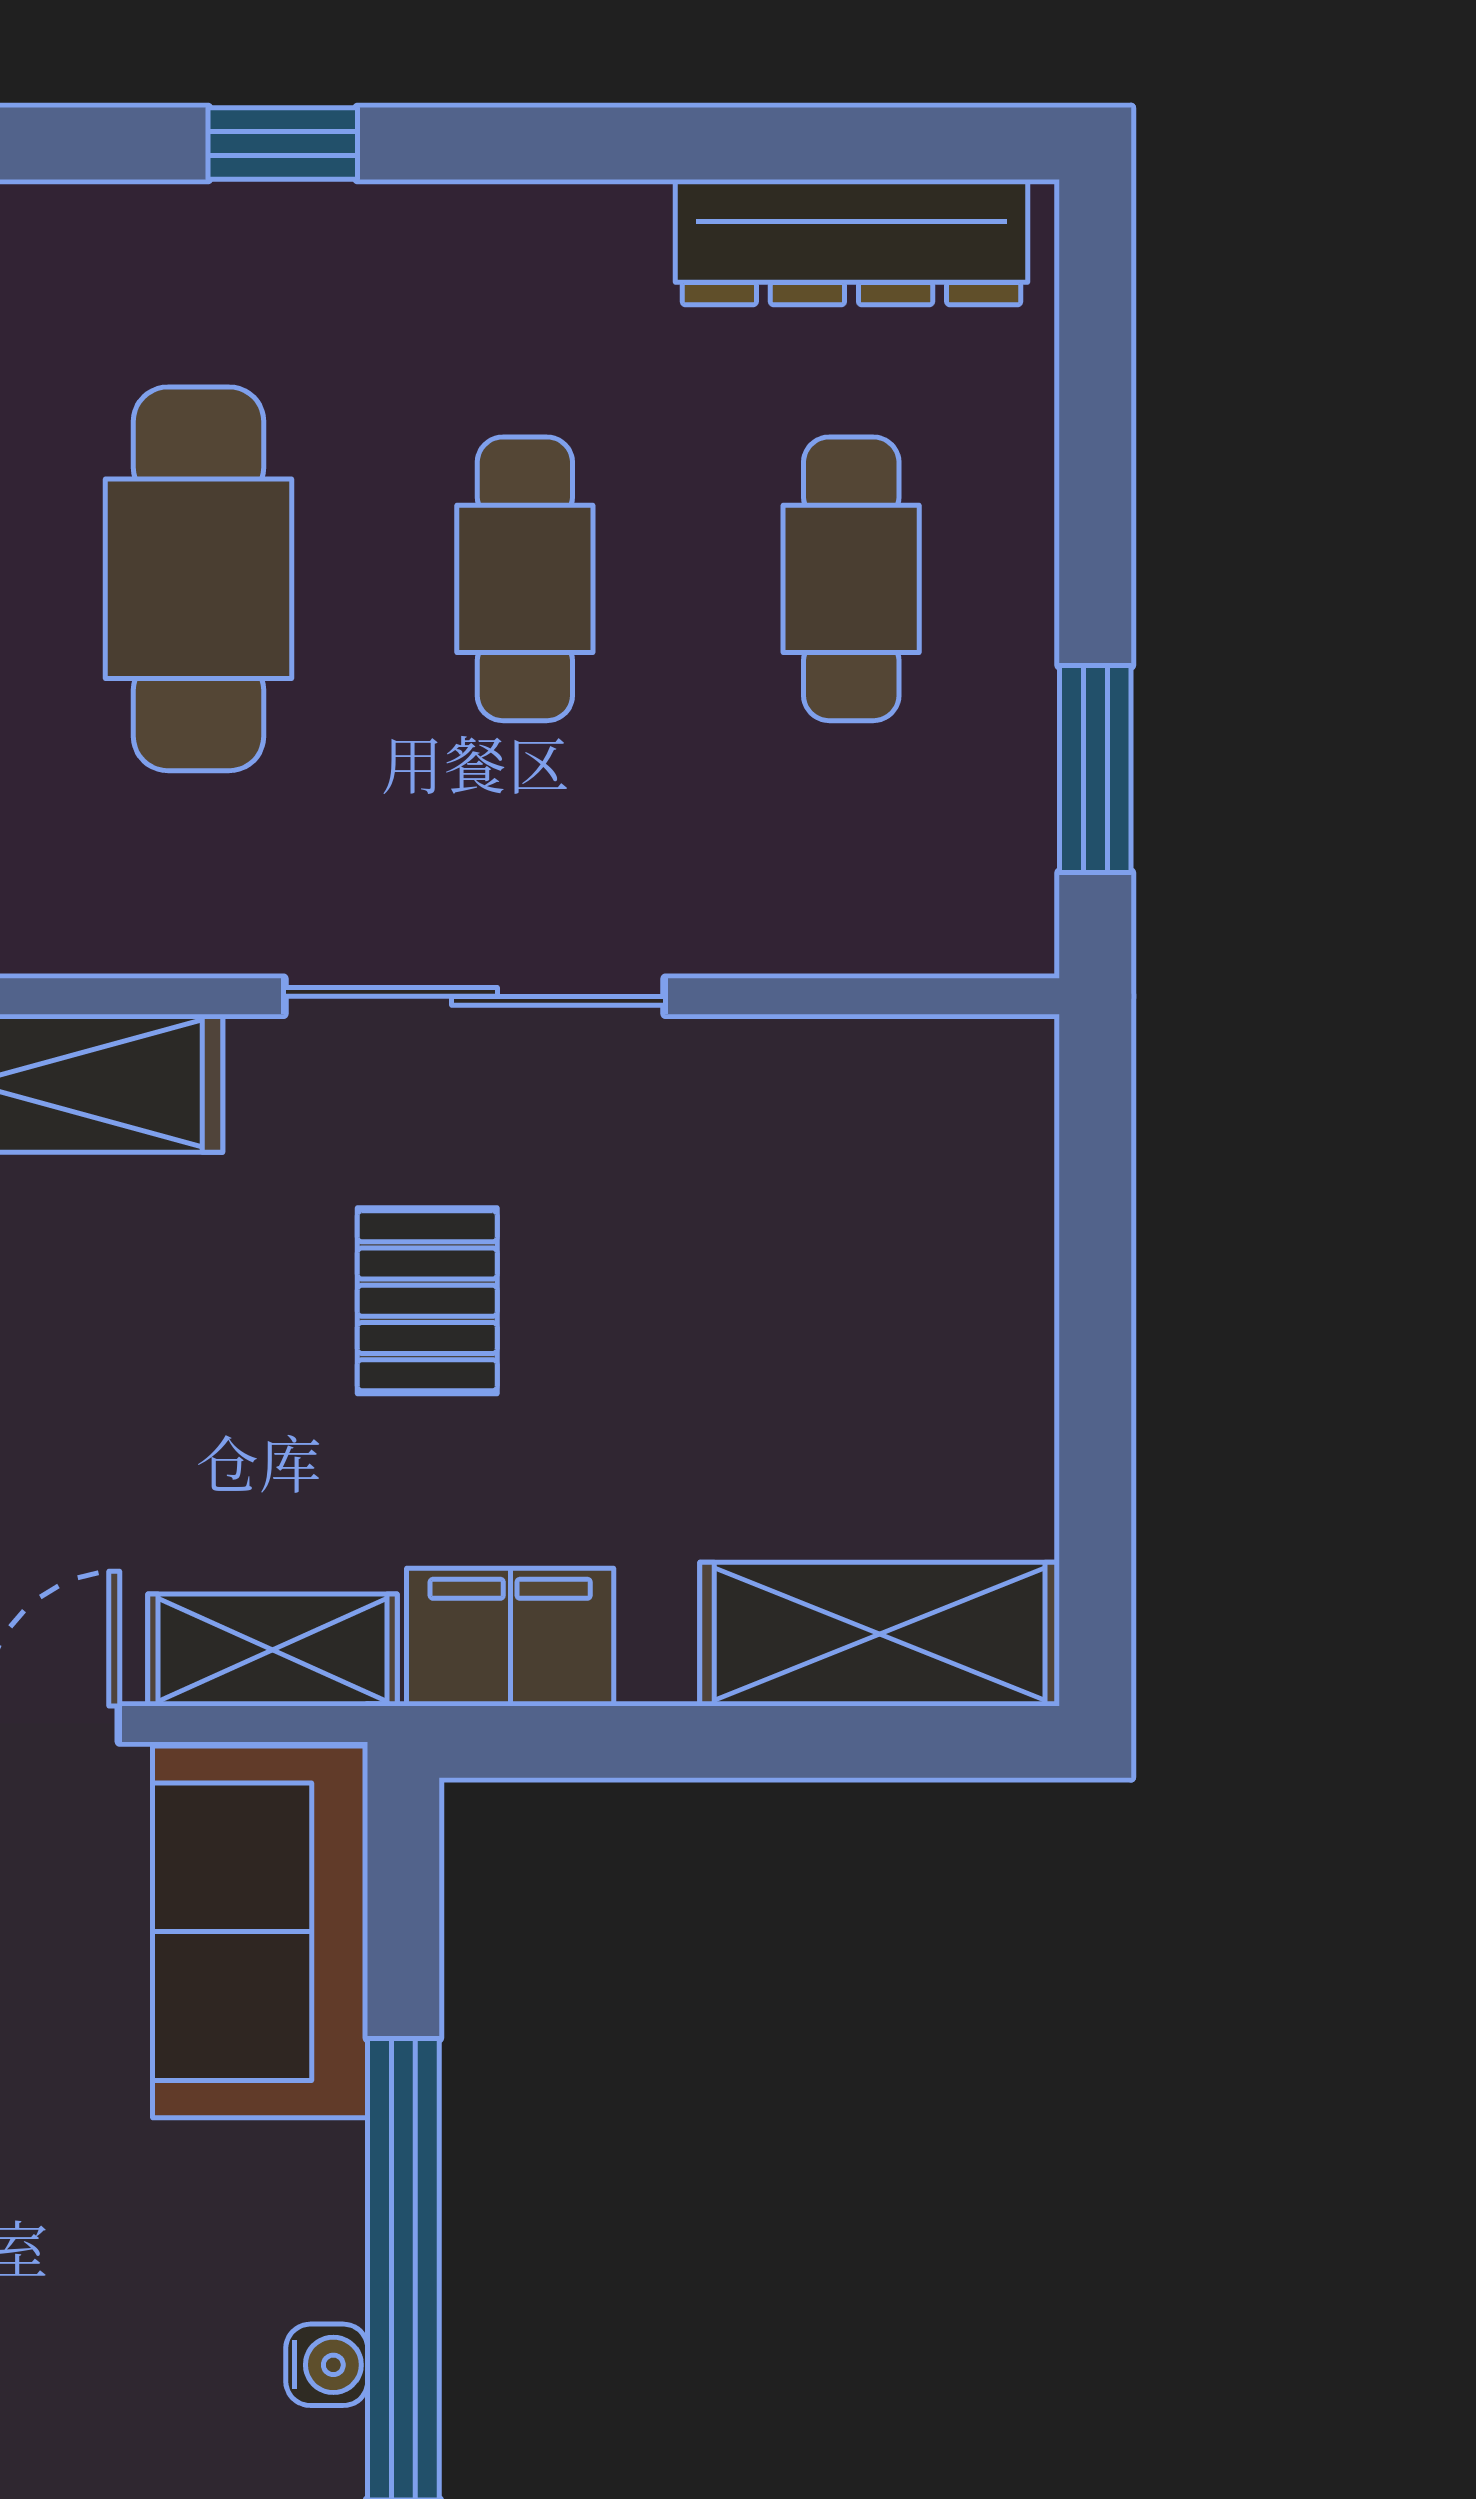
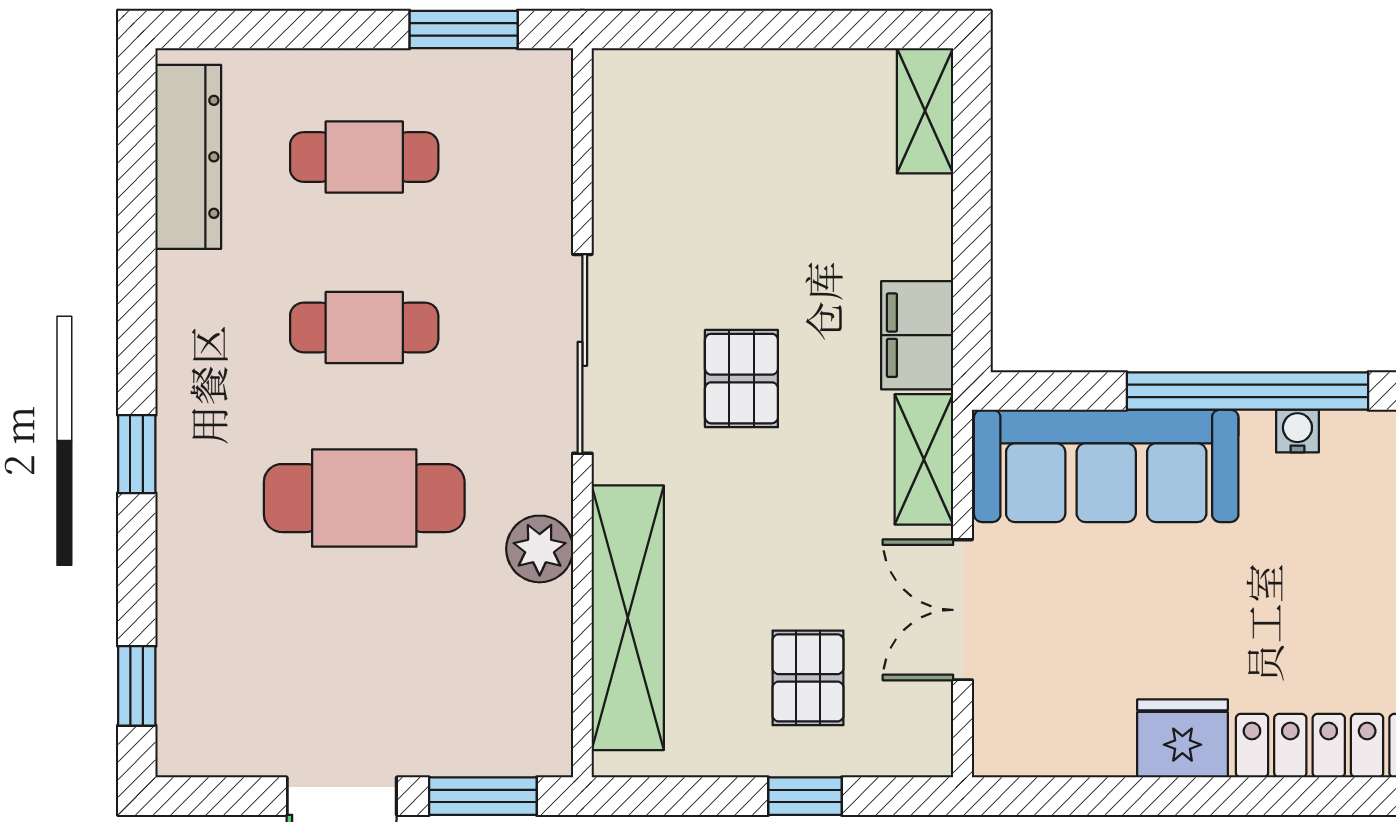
plant: (101, 914) -> (540, 549), added
pallet: (427, 1301) -> (741, 379), turned 90
shelving: (880, 1634) -> (925, 111), width x0.67, depth x0.75
sofa: (260, 1932) -> (1106, 466), width x1.36

